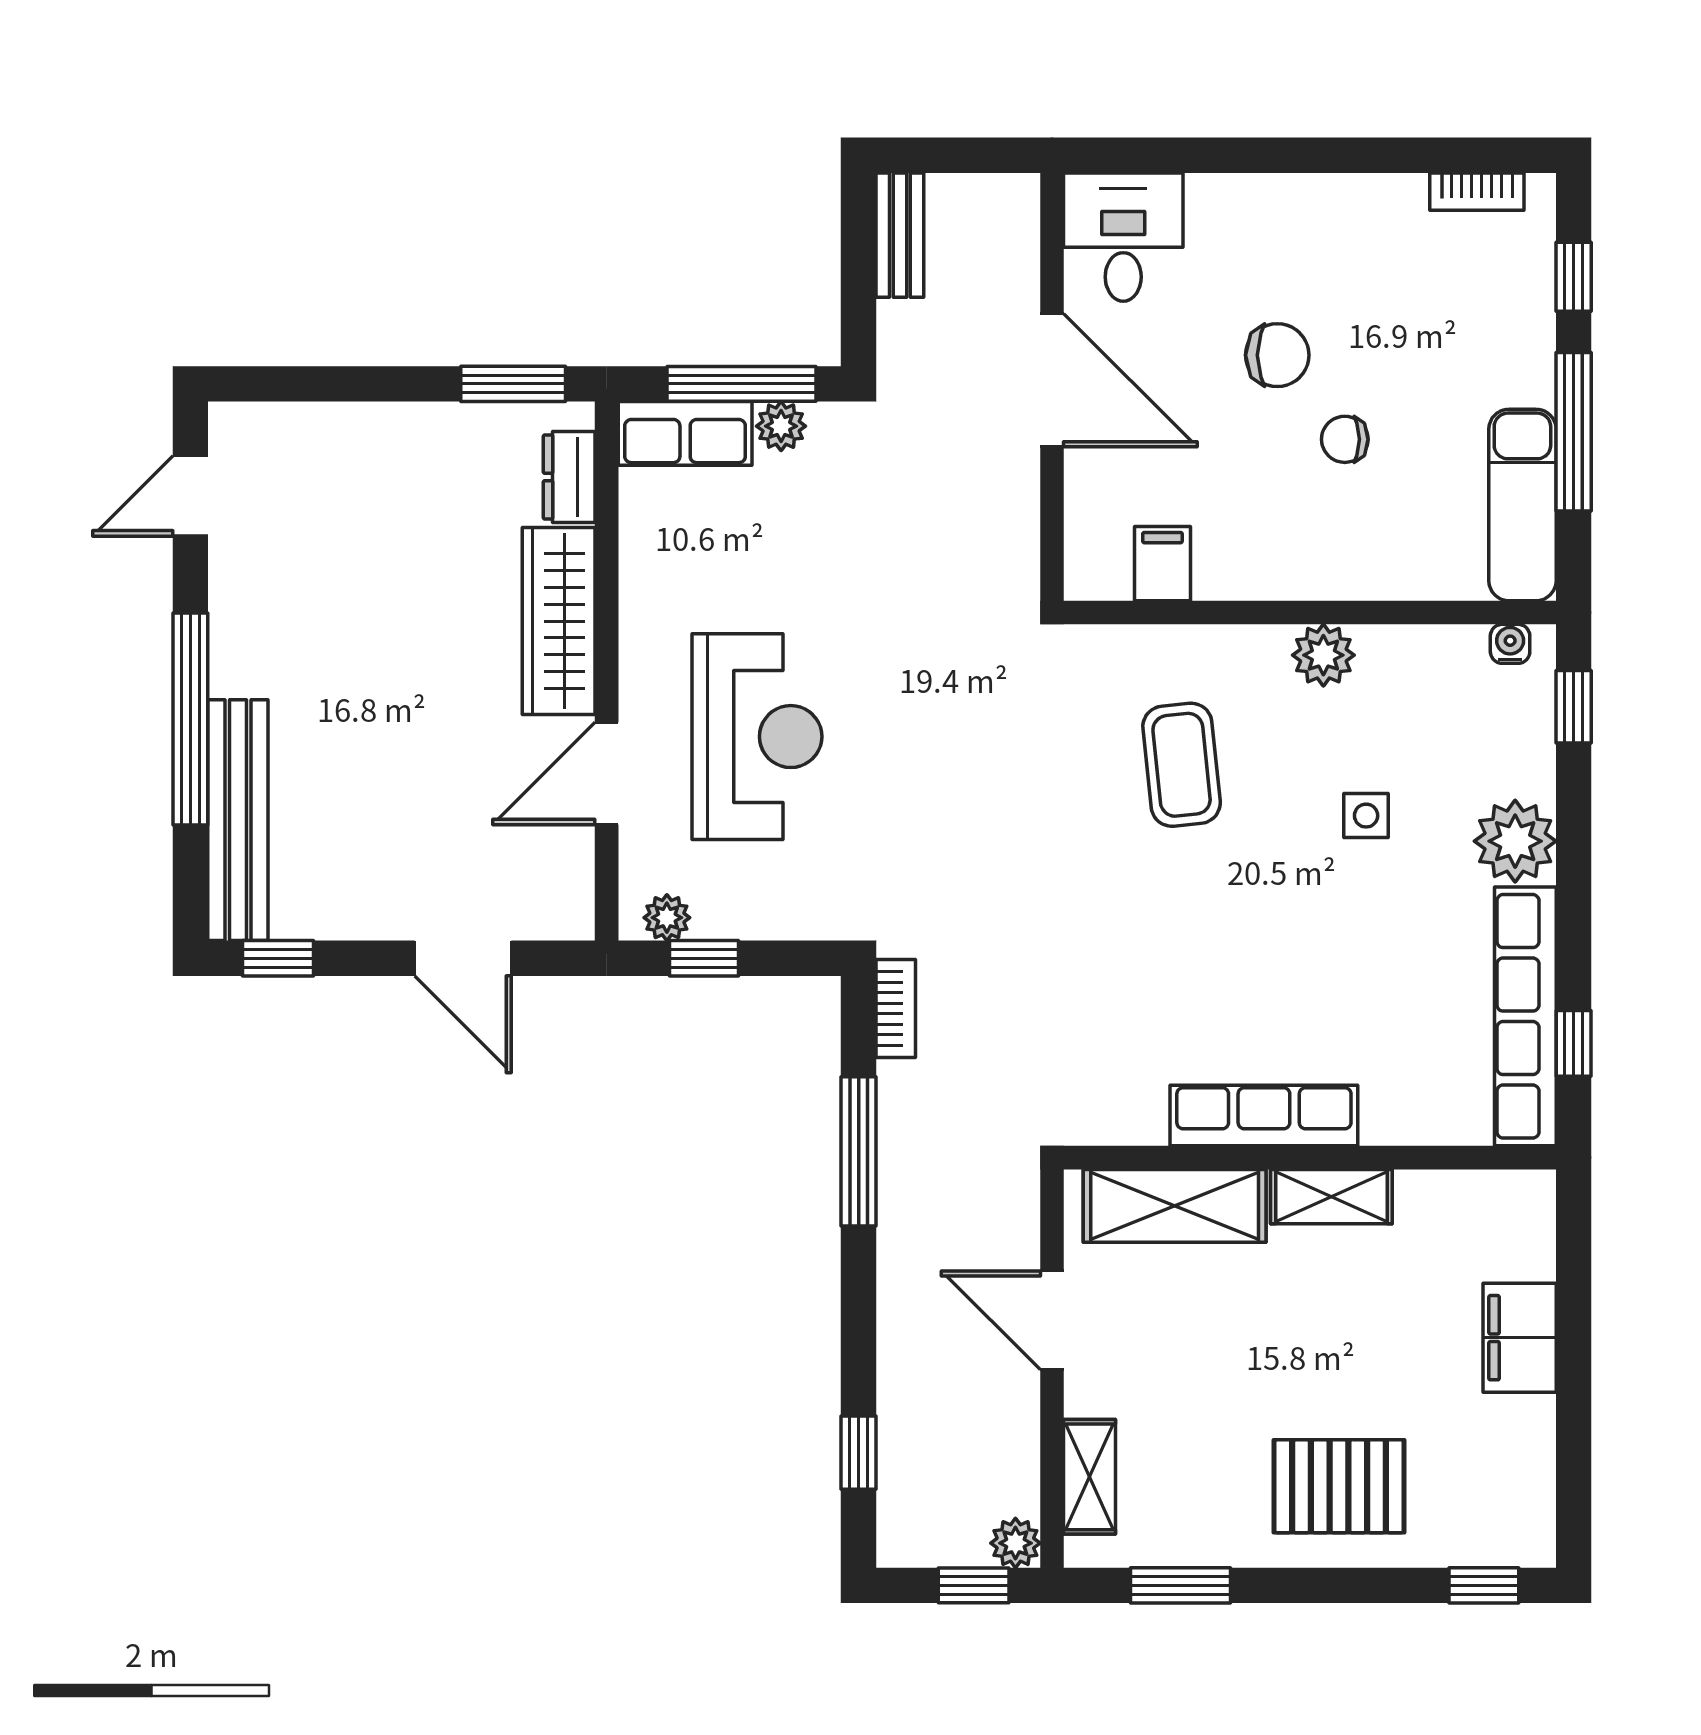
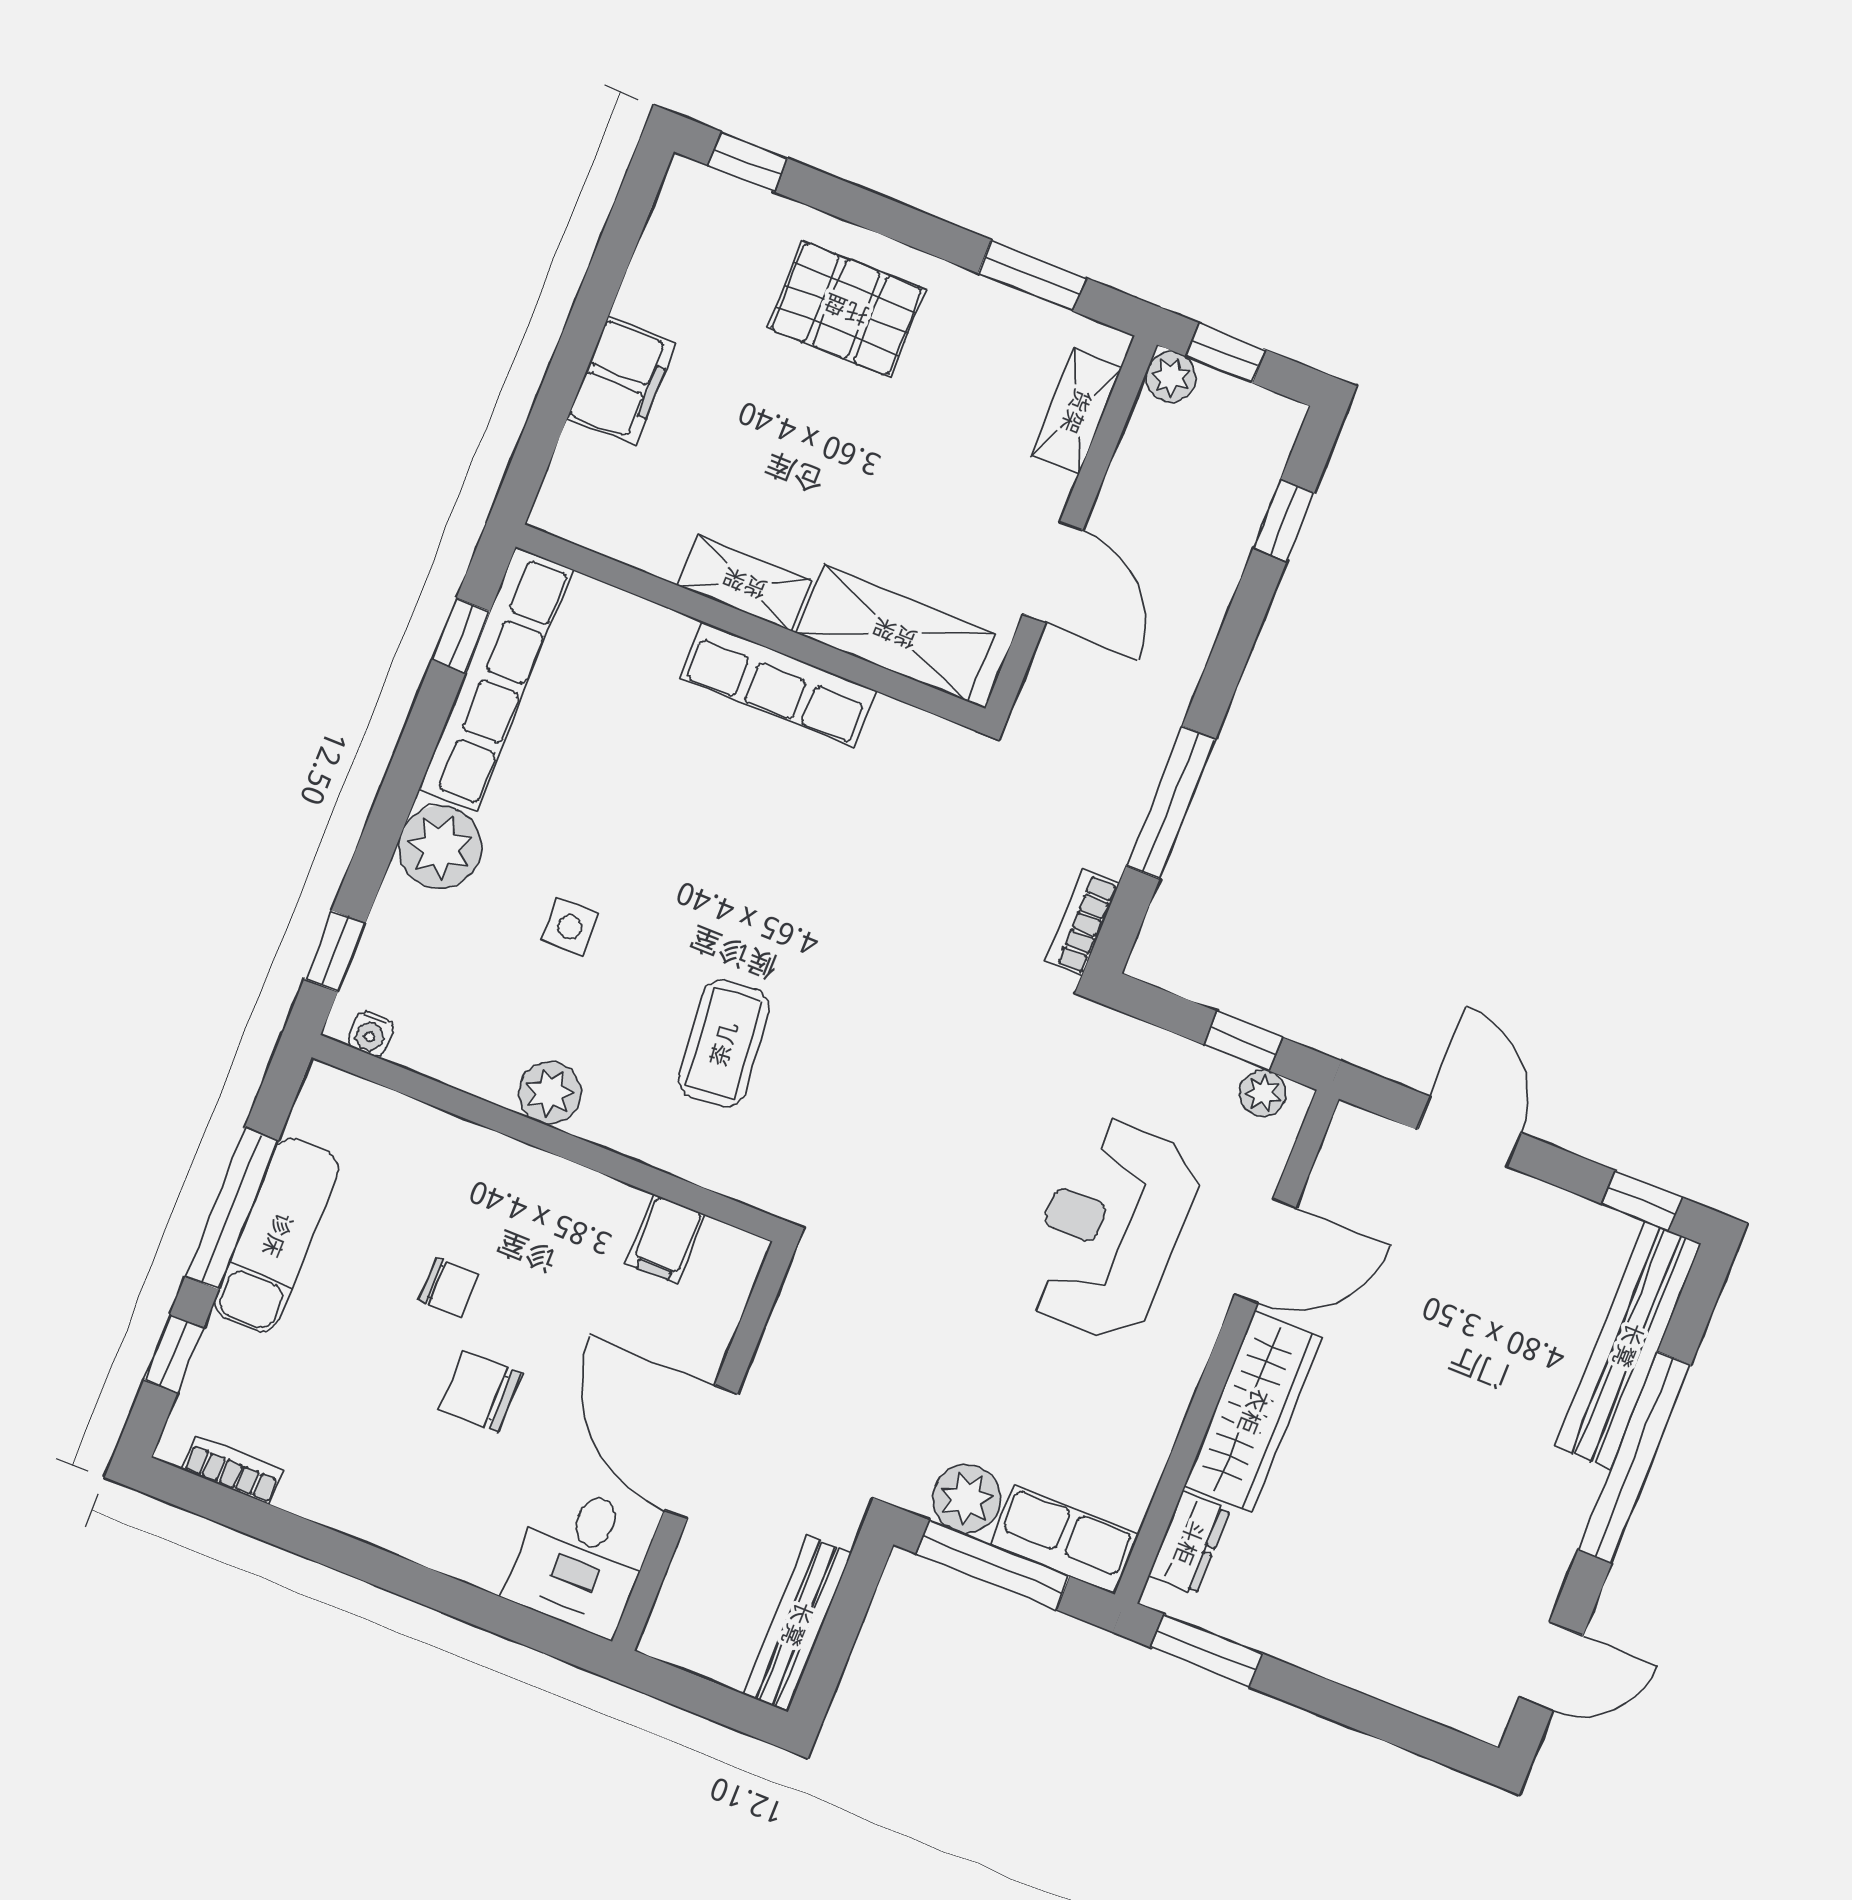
bench: (900, 235) -> (797, 1624), width x1.36
plant: (781, 426) -> (967, 1499), width x1.38, depth x1.38
exam couch: (1522, 505) -> (277, 1235), moved

